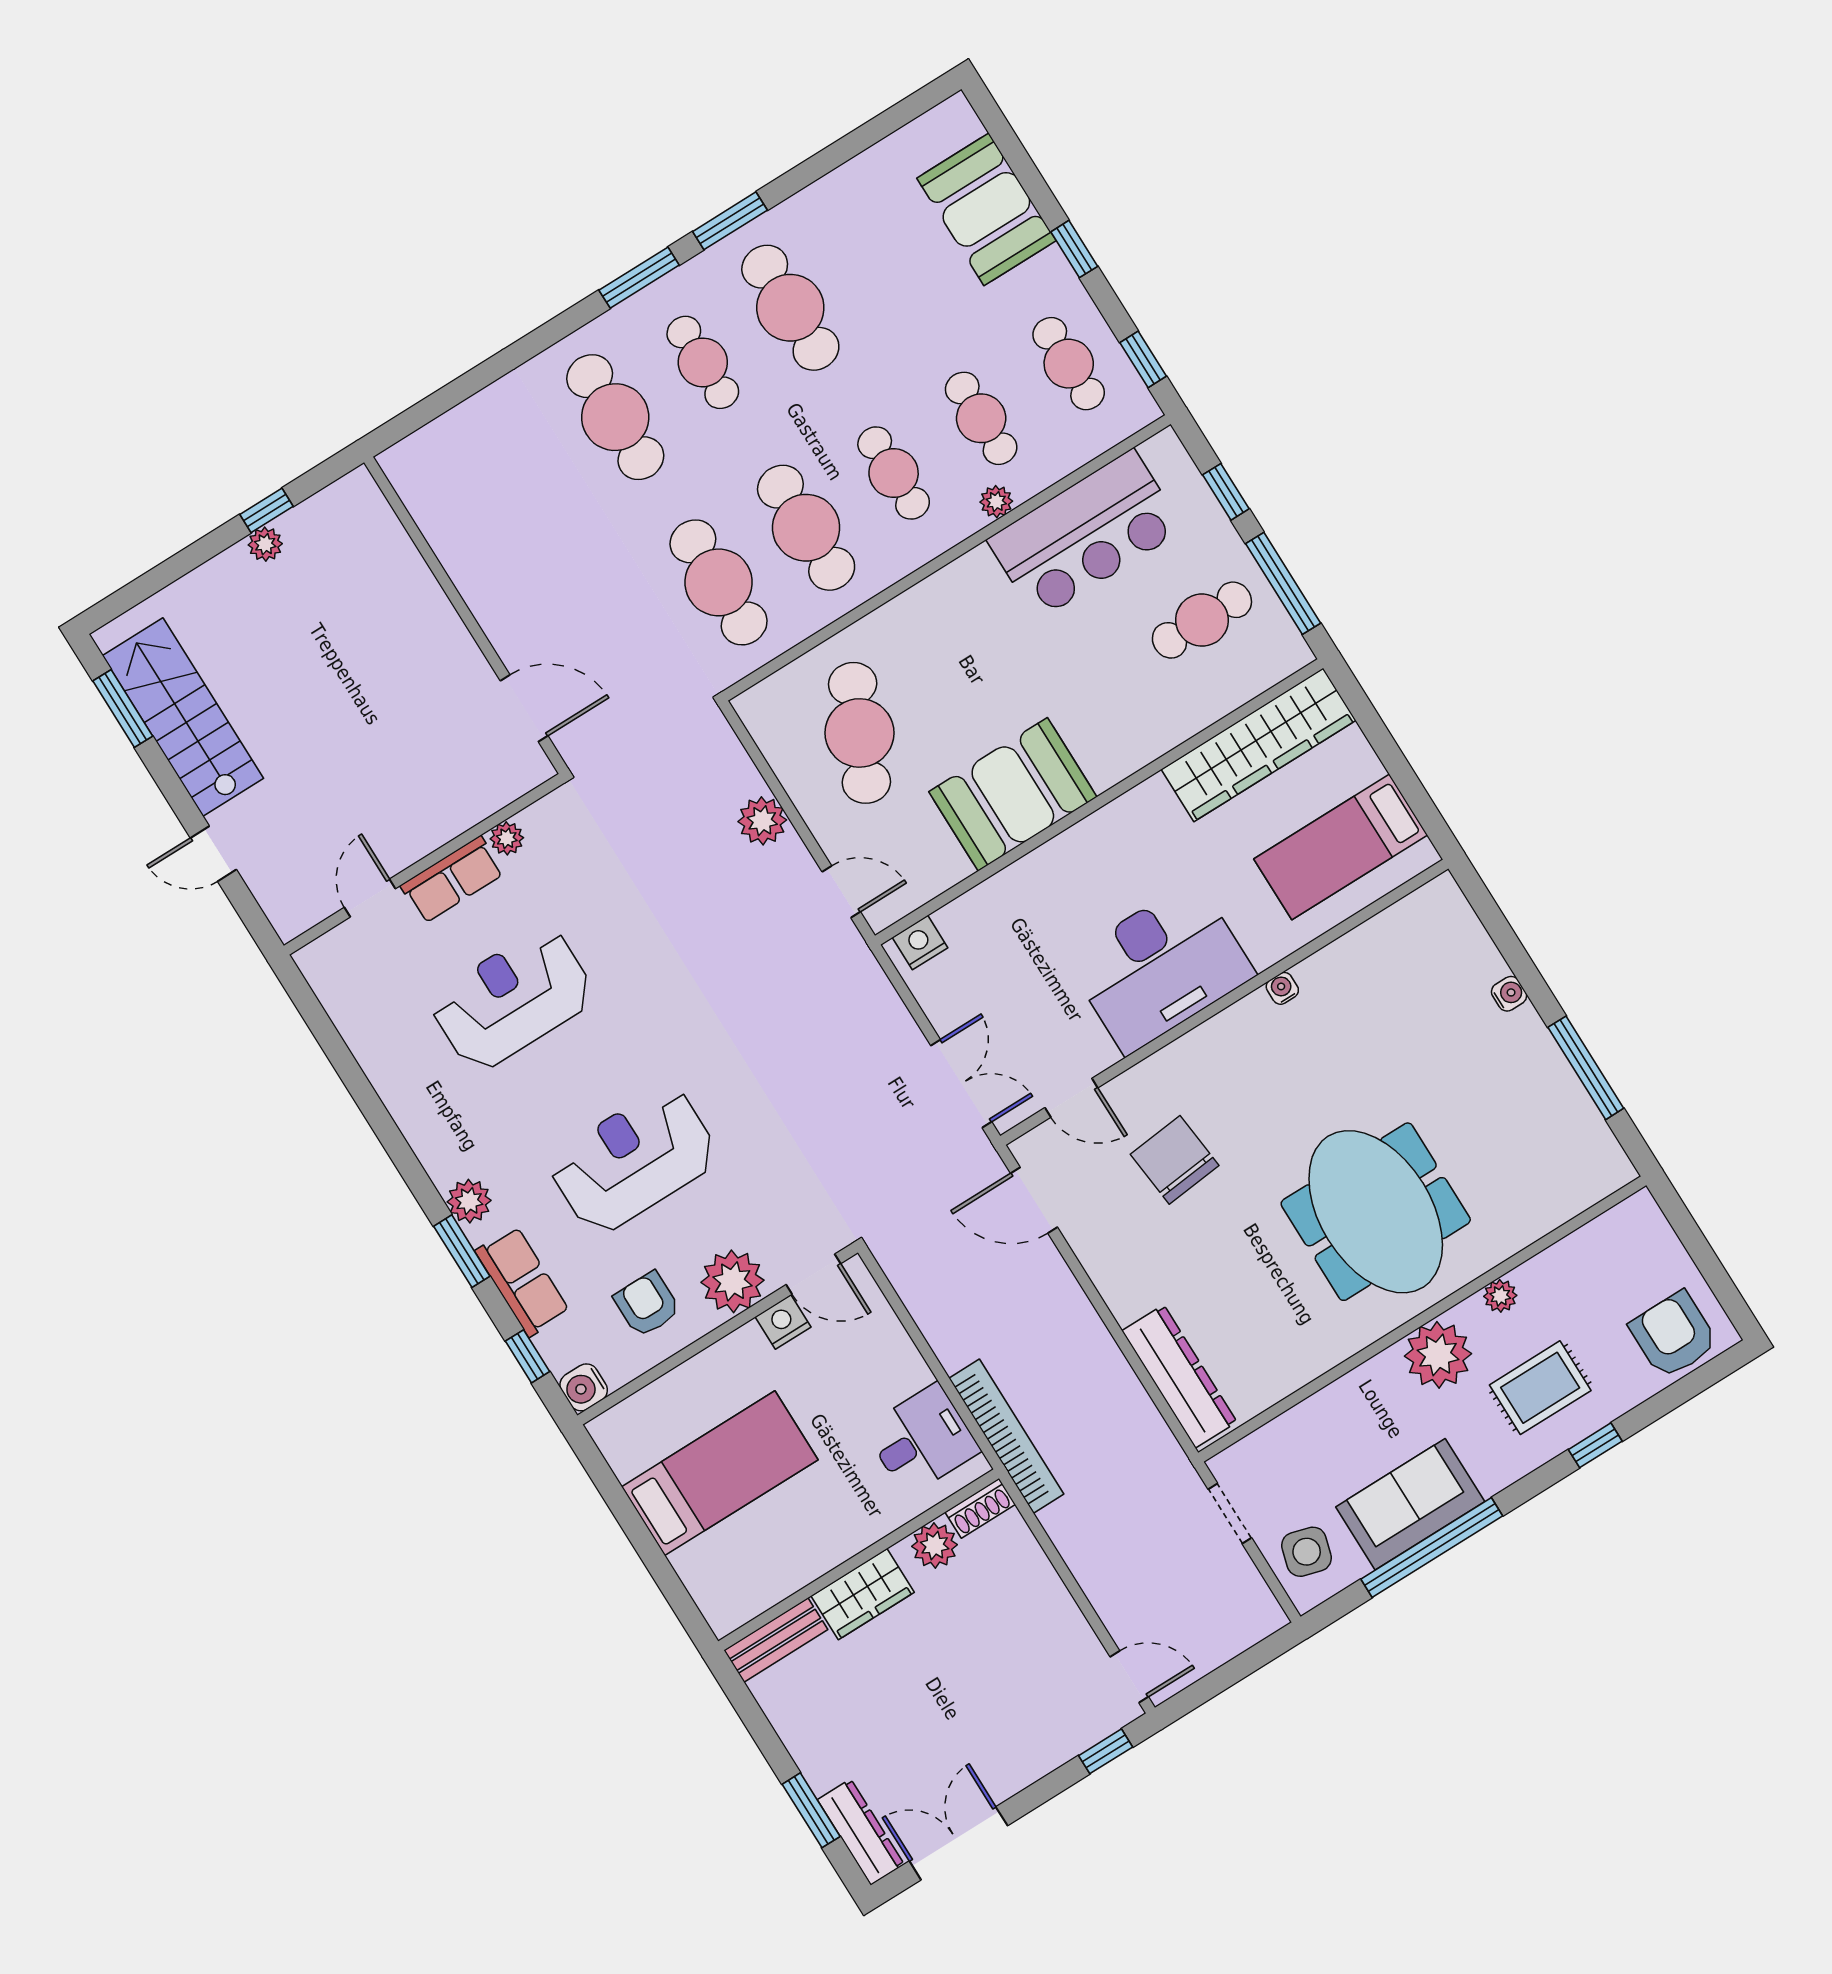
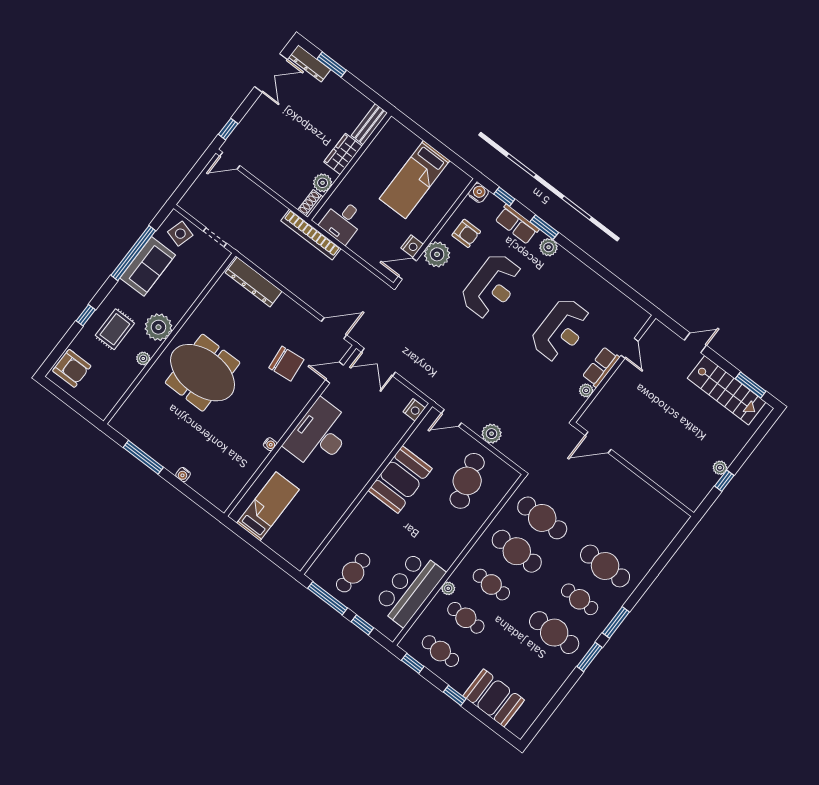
cafe table: (860, 733) -> (467, 481), turned 50
wardrobe: (1259, 745) -> (314, 533), removed

